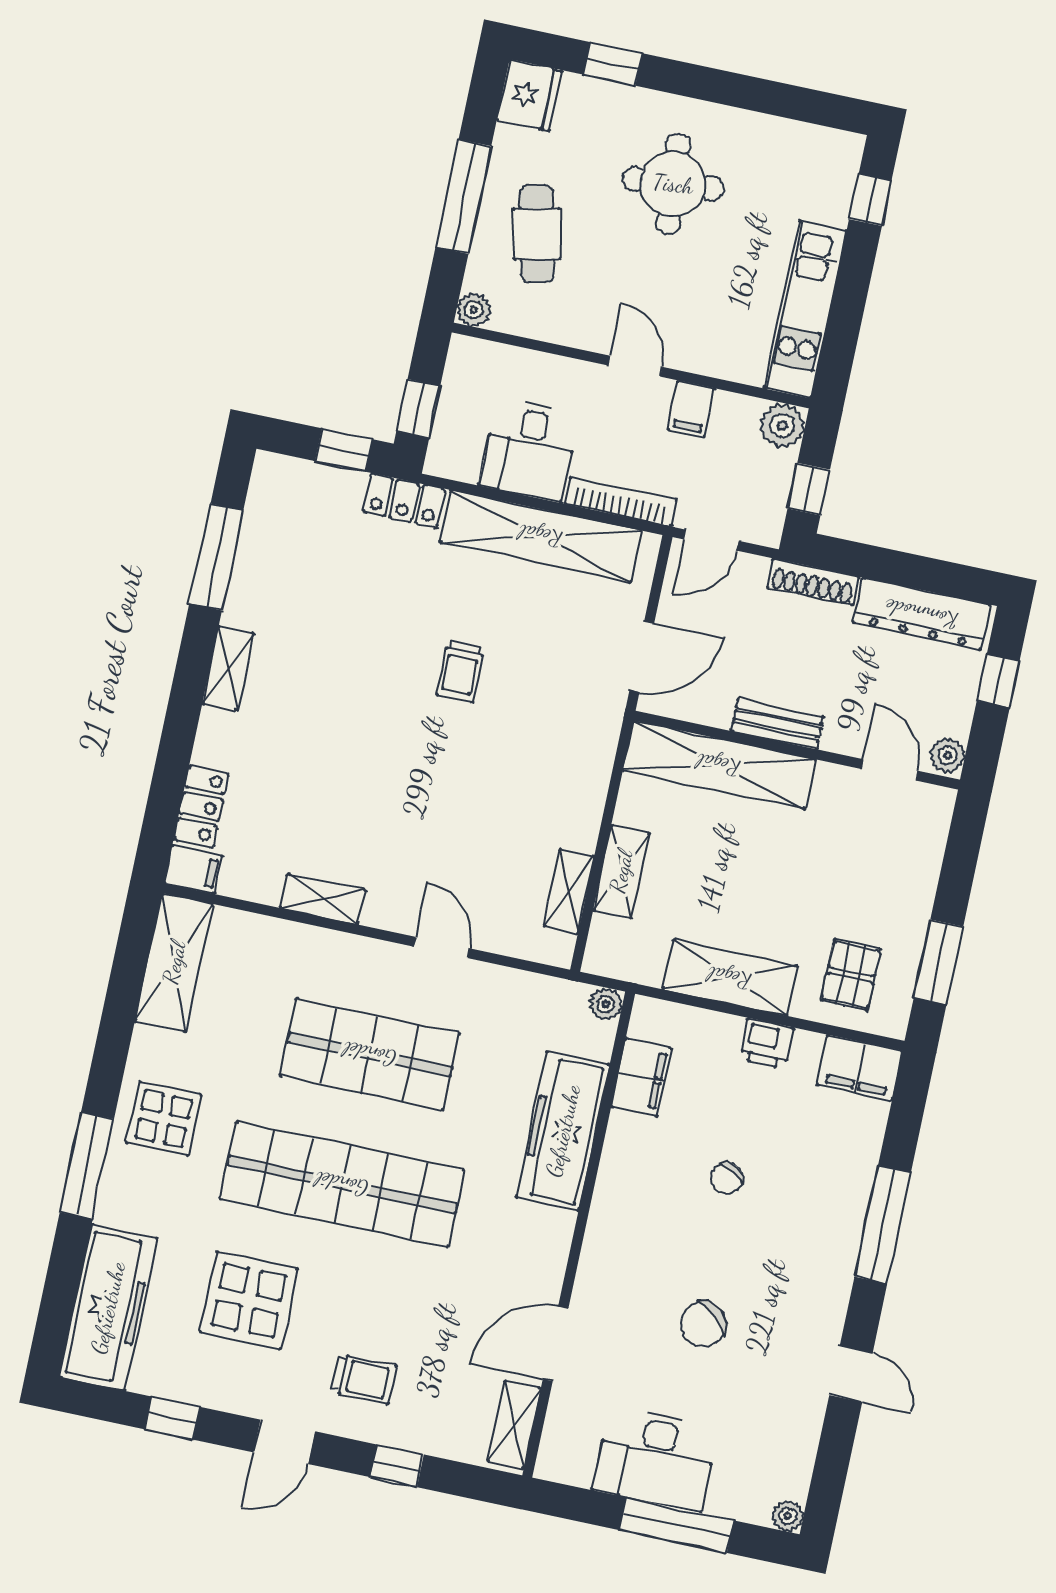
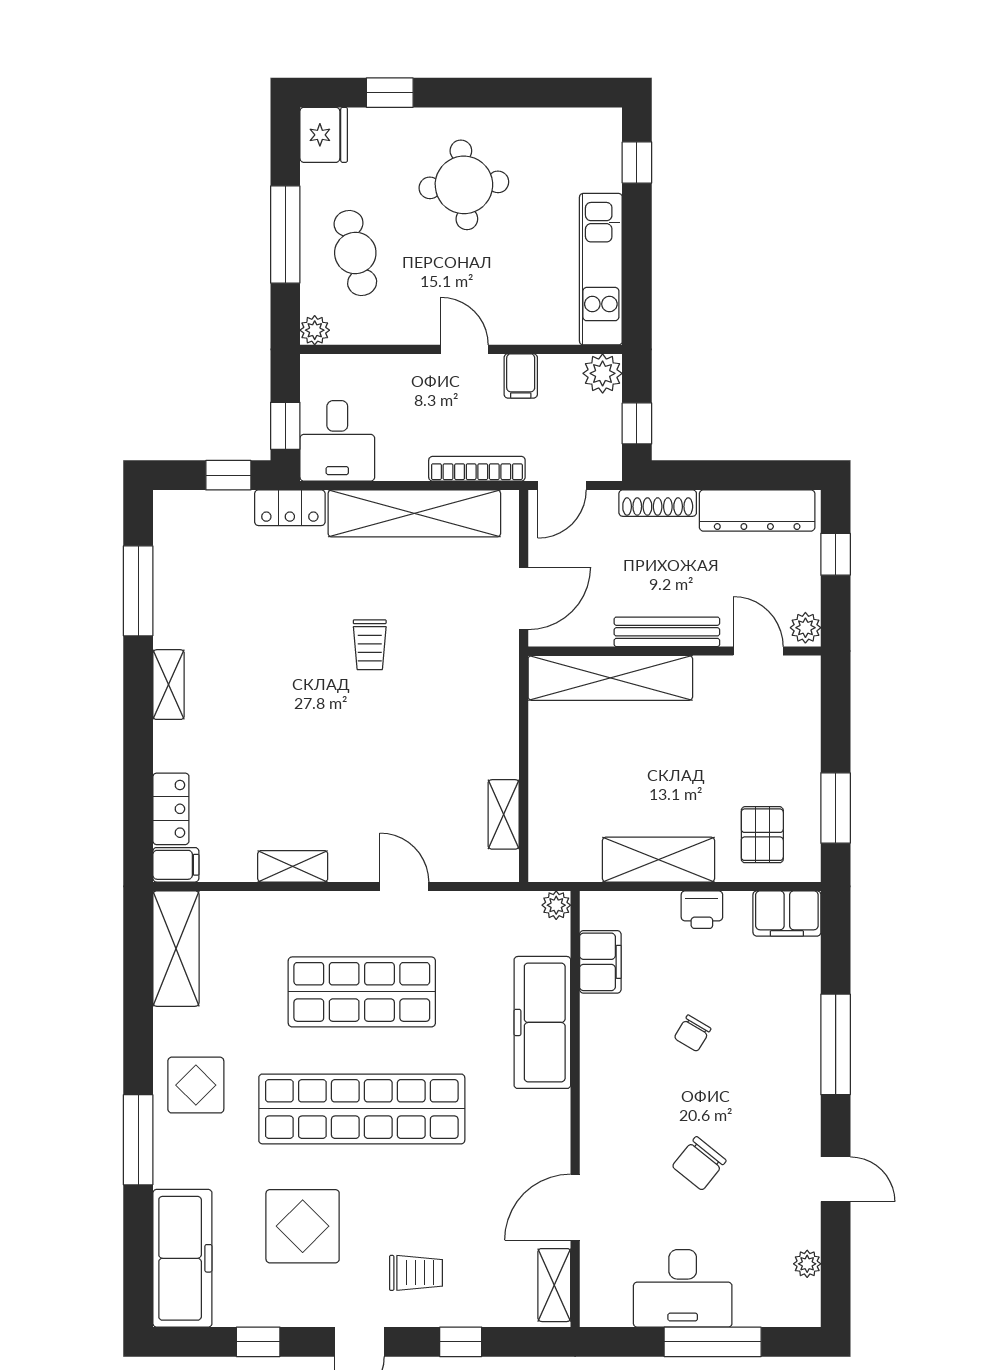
desk: (529, 450) -> (337, 441), moved
bench: (777, 724) -> (667, 632), width x1.36
shelving: (621, 872) -> (545, 788), removed
plant: (788, 1516) -> (807, 1264), moved

